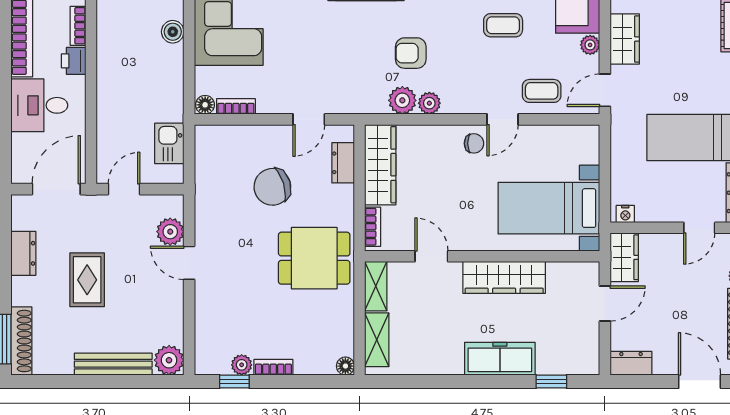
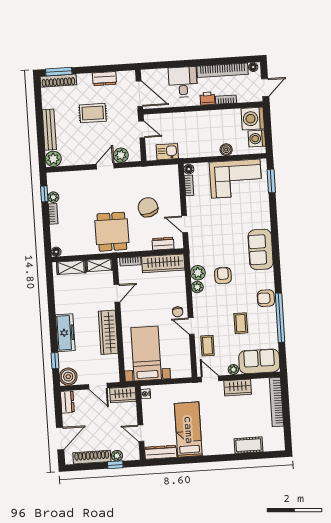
boiler: (583, 359) -> (68, 377), added

